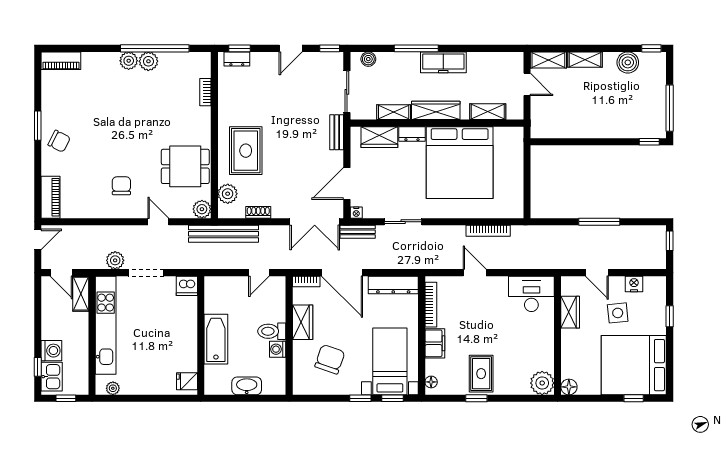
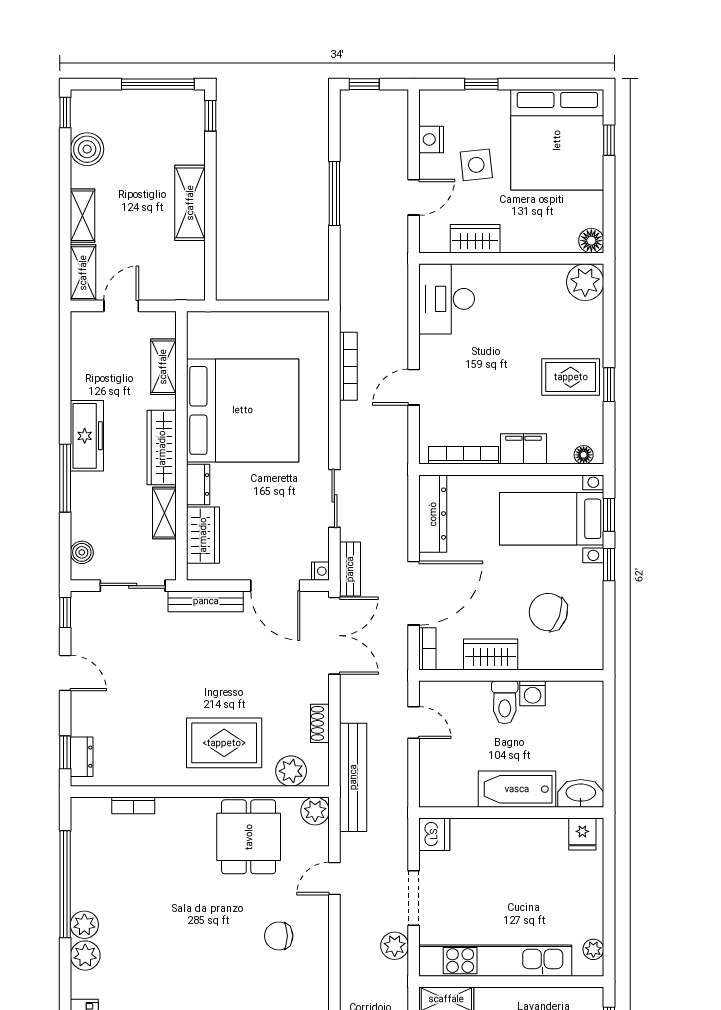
plant: (148, 61) -> (85, 956), moved
shelving: (593, 129) -> (190, 203), added
bench: (337, 132) -> (206, 601), width x1.36
washbasin: (247, 386) -> (581, 793), moved, turned 90

